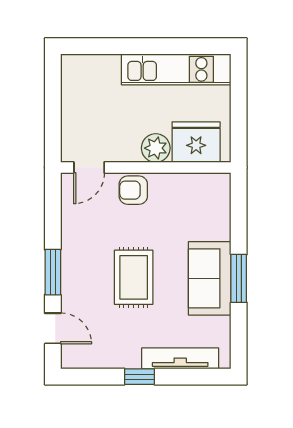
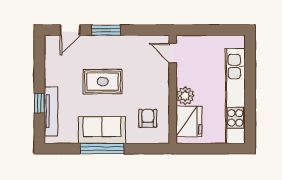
kitchen unit: (176, 69) -> (235, 96), width x1.36
armchair: (133, 190) -> (148, 118), moved
window: (239, 278) -> (102, 149), width x1.44
window: (139, 377) -> (39, 103), moved

